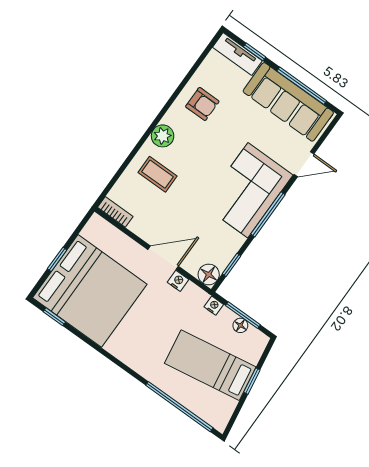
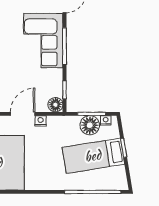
nightstand: (214, 306) -> (106, 120), moved
floor lamp: (240, 325) -> (90, 125), width x1.89, depth x1.89

